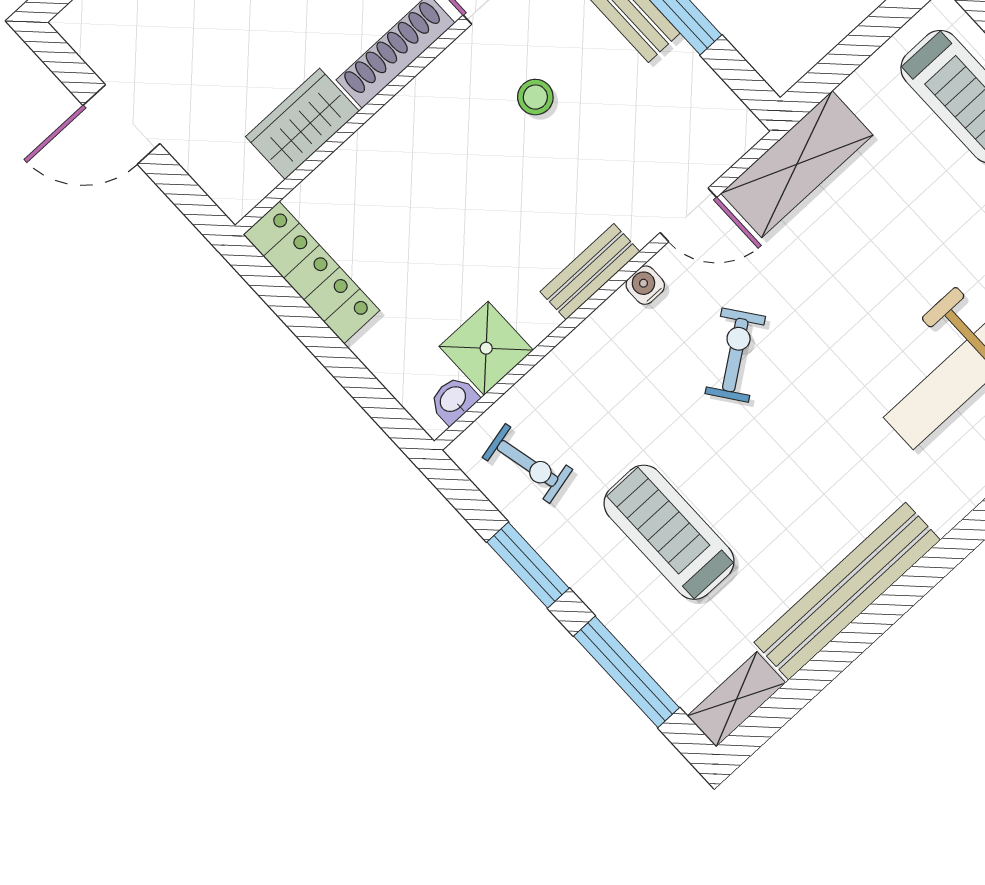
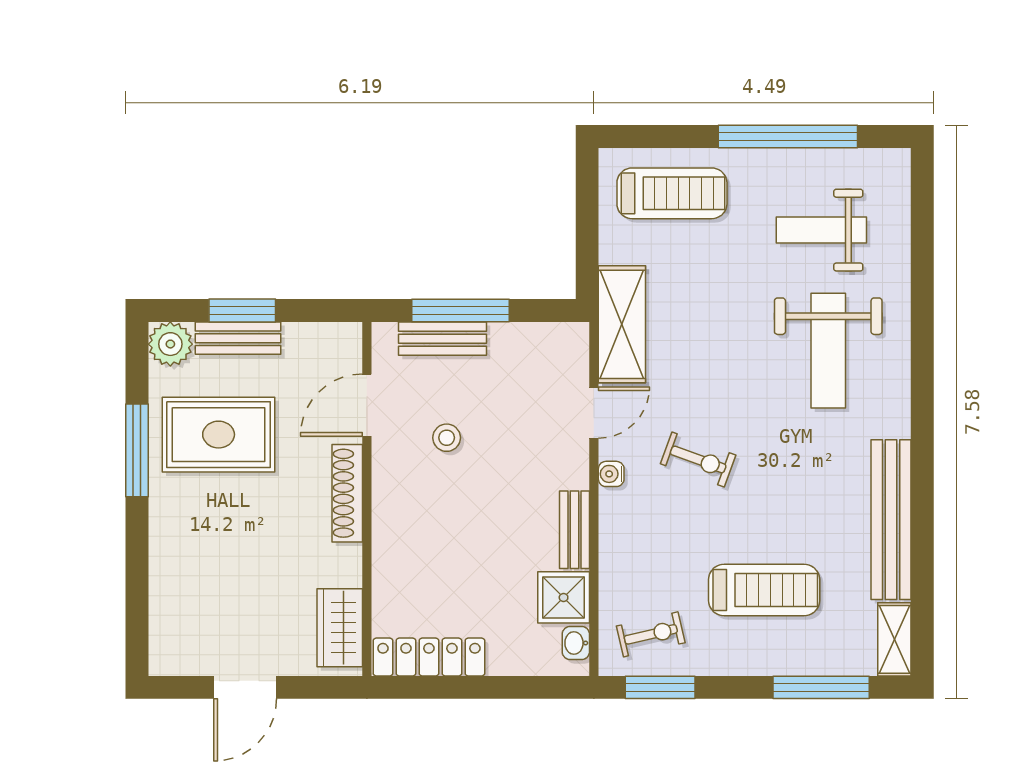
wardrobe: (302, 124) -> (340, 628), moved
bench: (590, 272) -> (575, 530), moved
exercise bike: (735, 355) -> (698, 459), turned 146
treadmill: (669, 532) -> (764, 590), turned 180
window: (528, 565) -> (660, 687), moved

